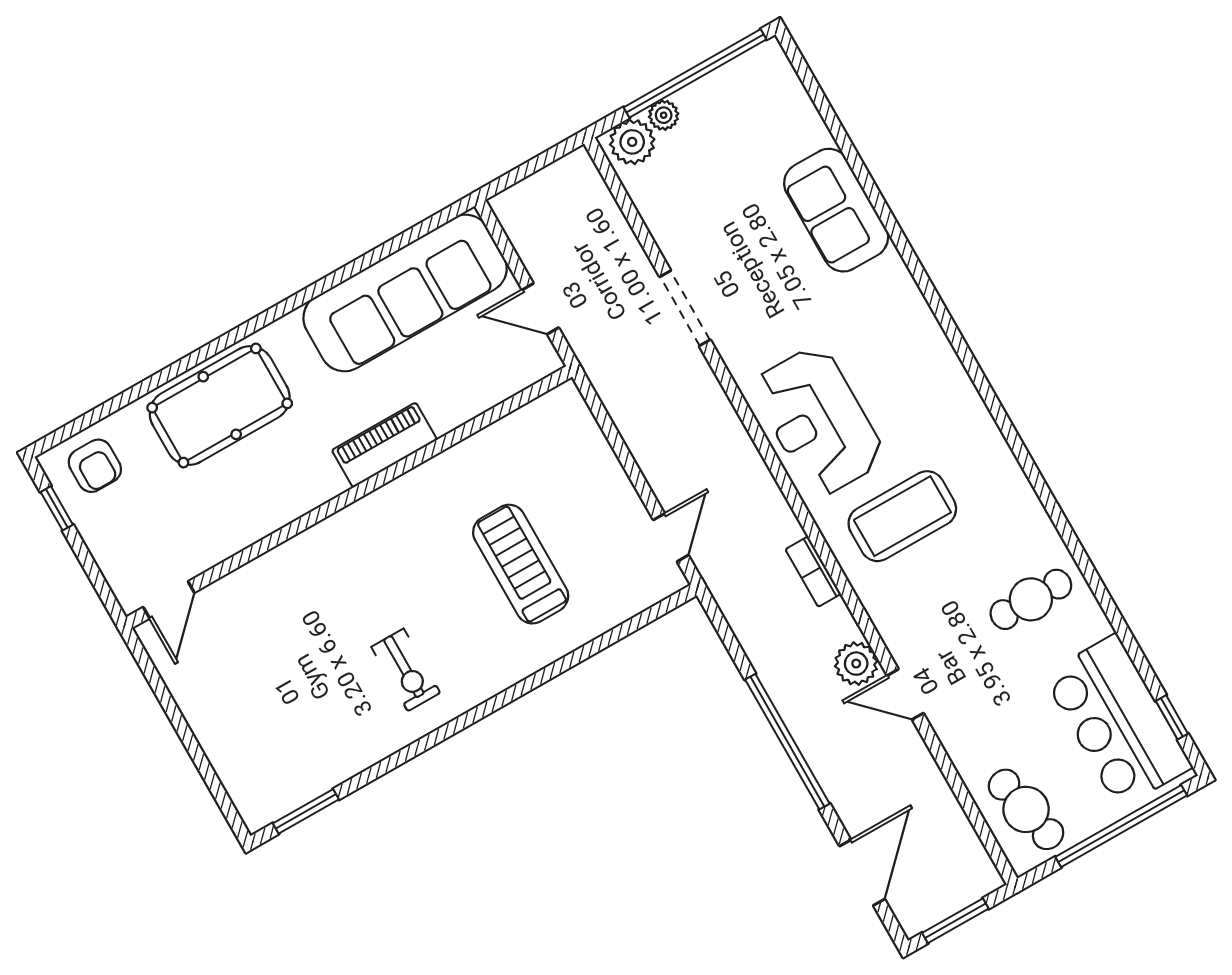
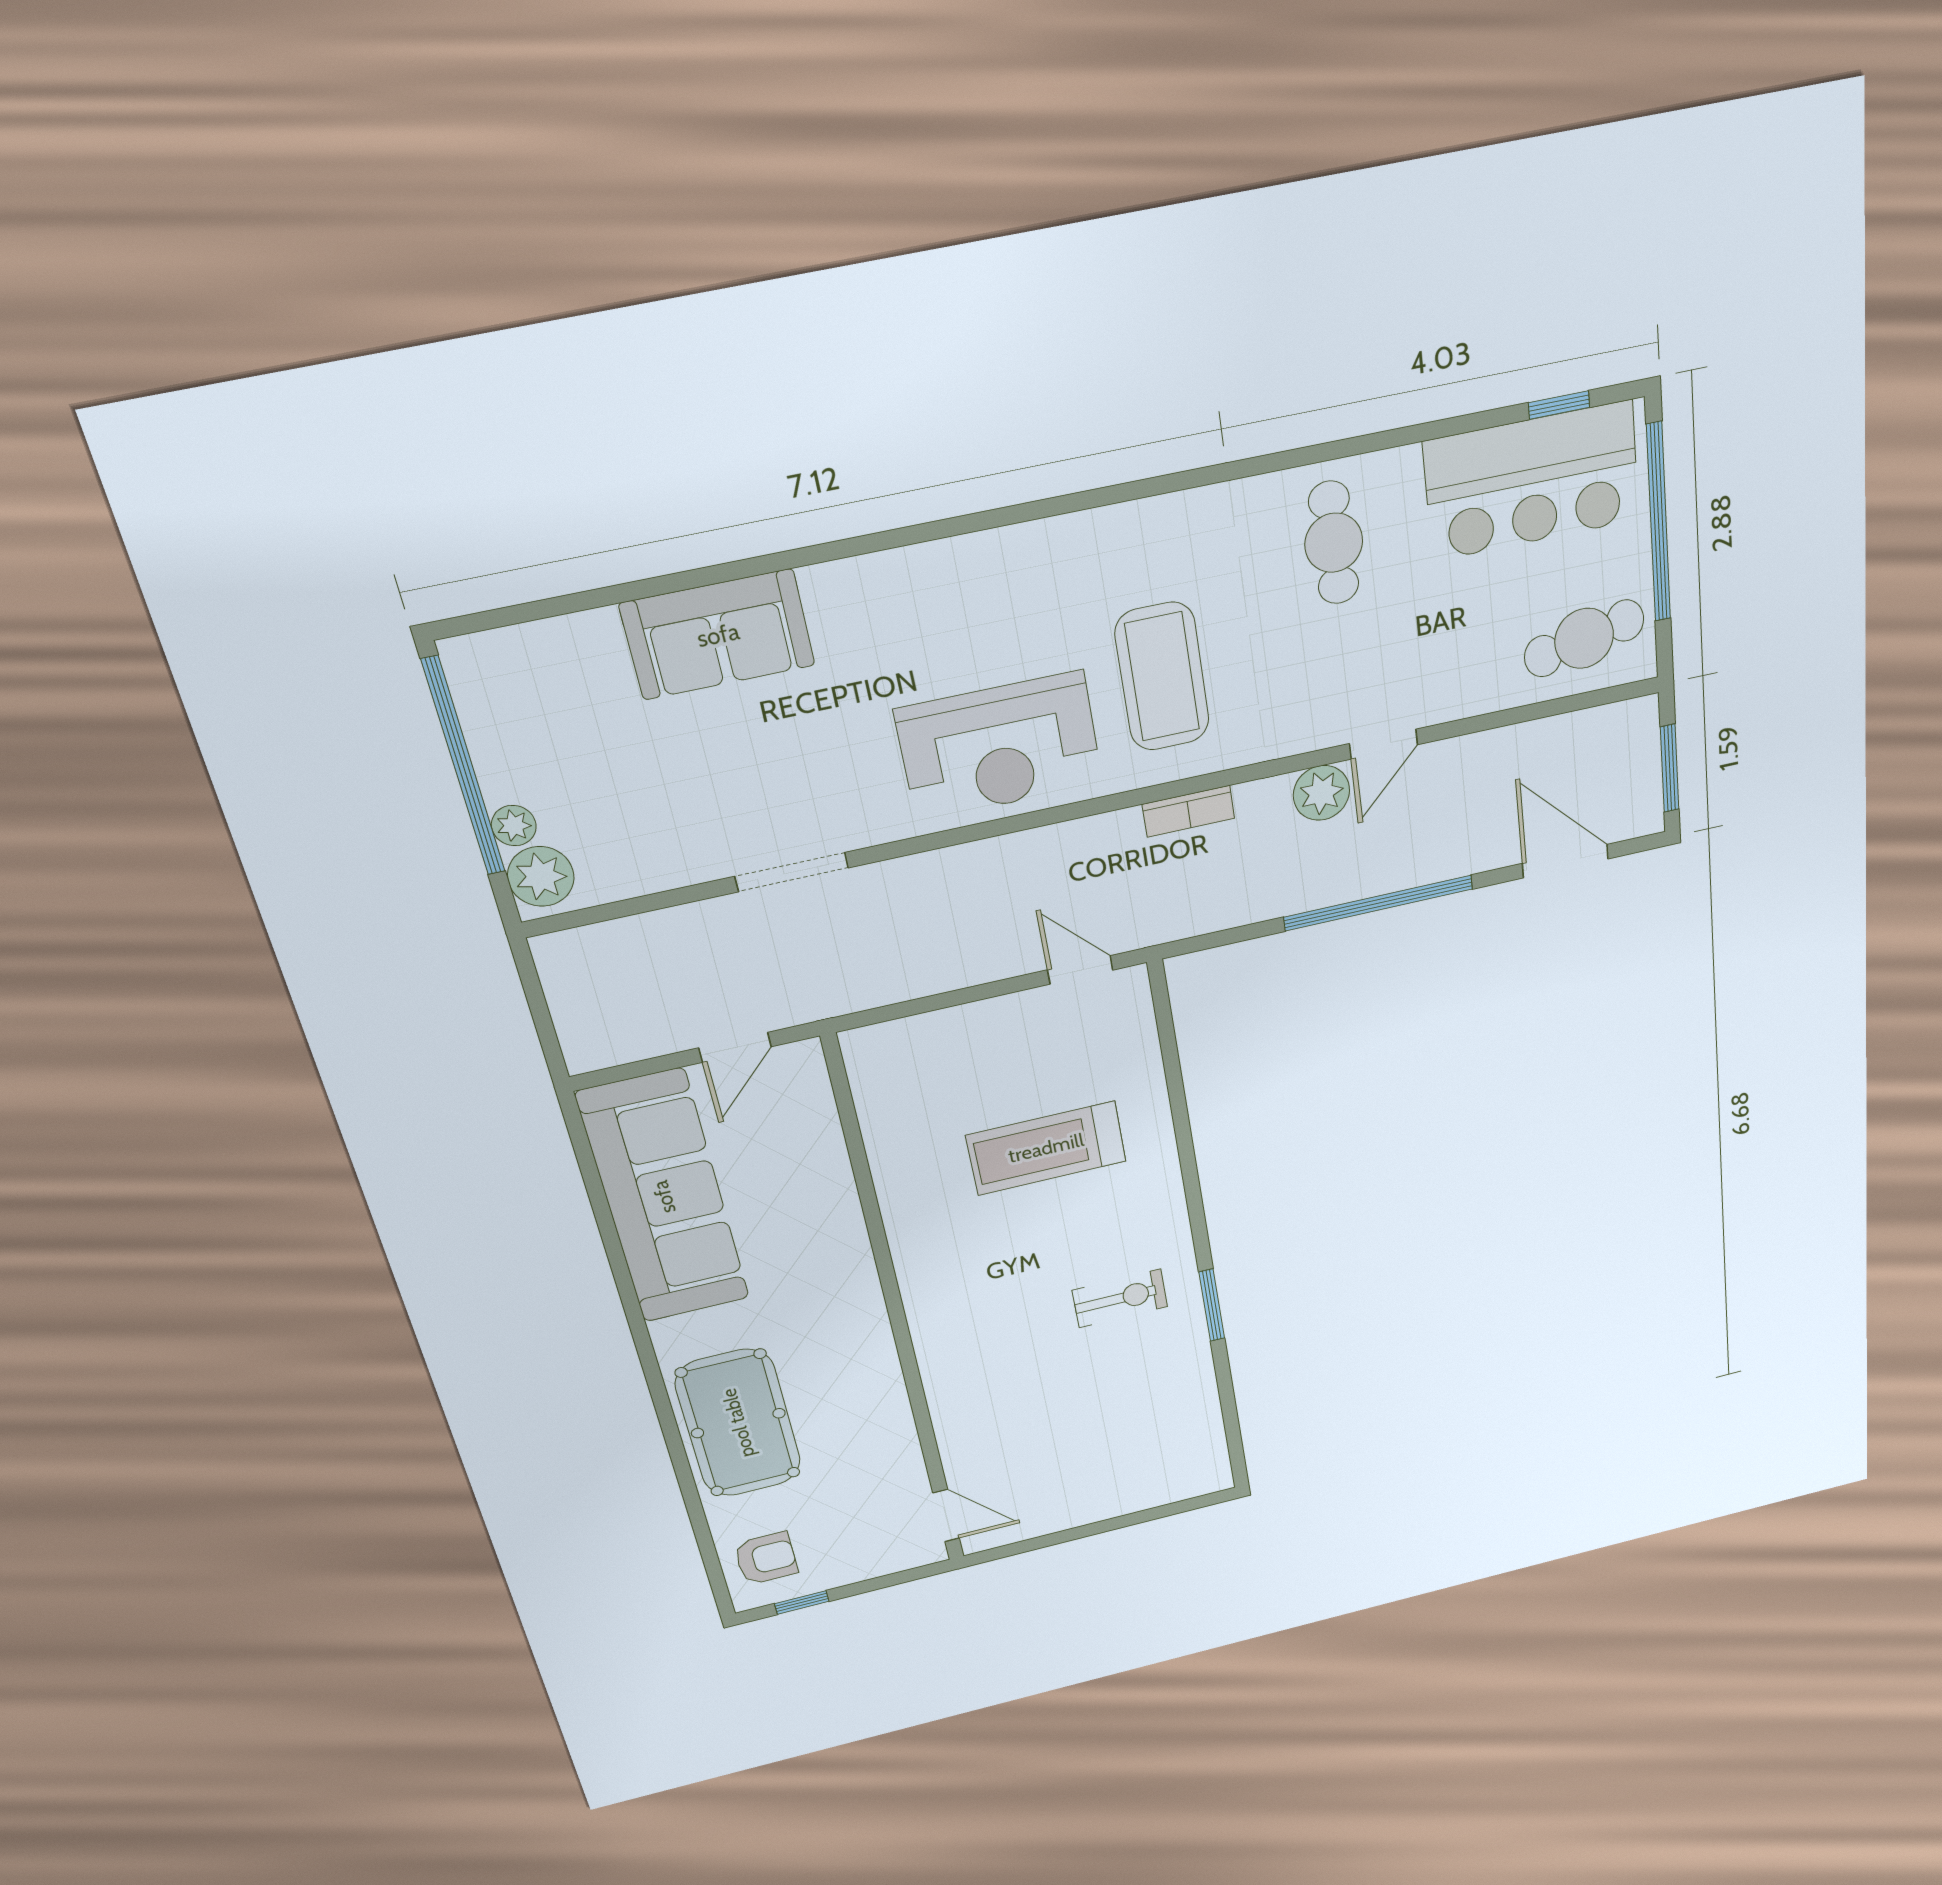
piano: (384, 445) -> (847, 1262), removed
window: (306, 811) -> (1212, 1305), moved

